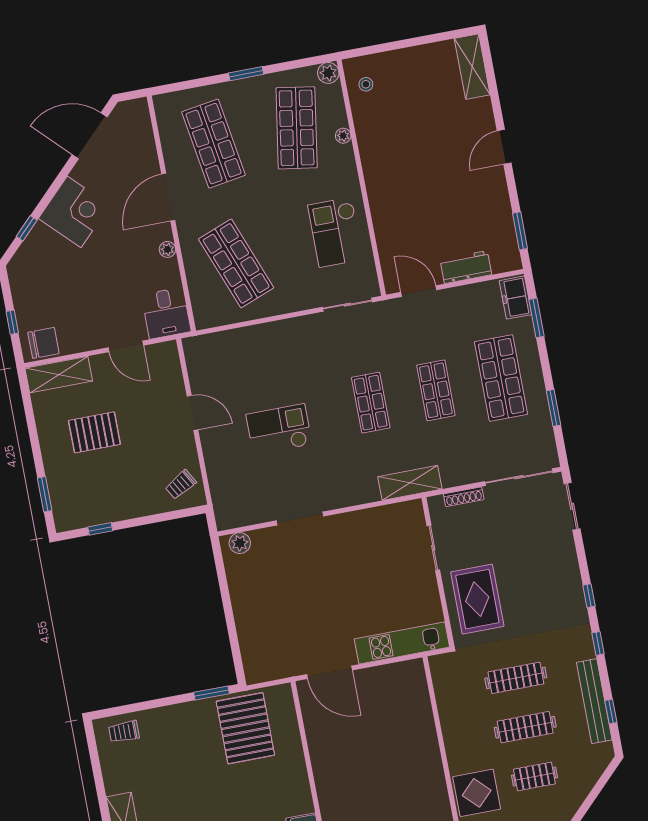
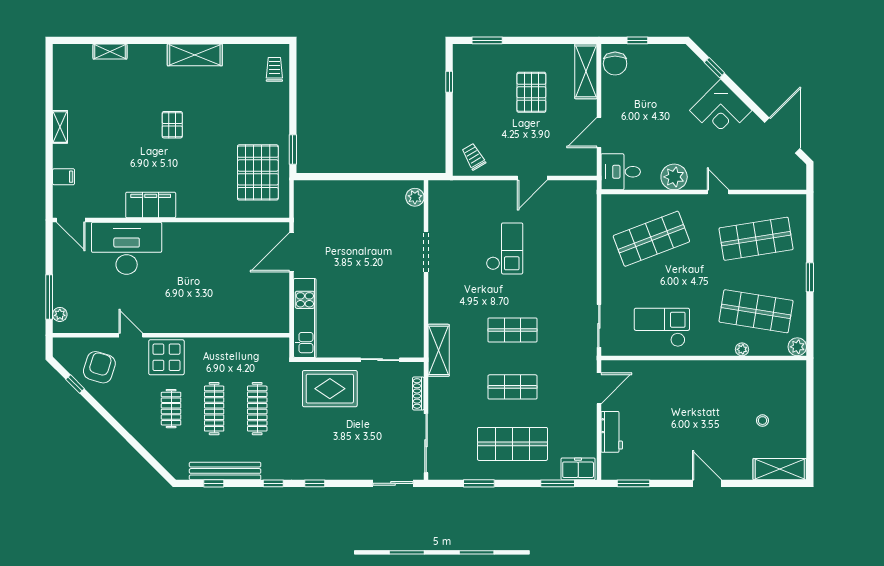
stool: (366, 84) -> (762, 421), moved
door: (168, 197) -> (718, 192), width x0.53
plant: (167, 249) -> (674, 177), width x1.88, depth x1.88
pallet: (245, 728) -> (258, 172), turned 90

